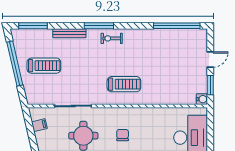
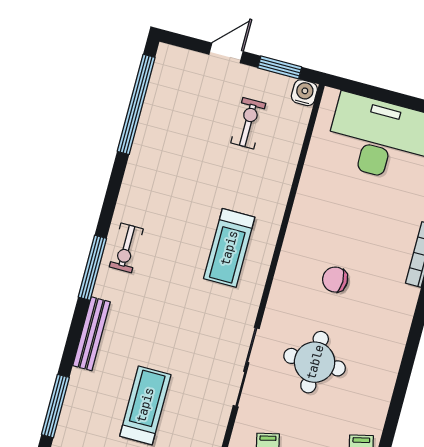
door: (210, 60) -> (226, 53), hinge flipped
exercise bike: (182, 78) -> (248, 123), added
treadmill: (124, 84) -> (229, 248), turned 180

